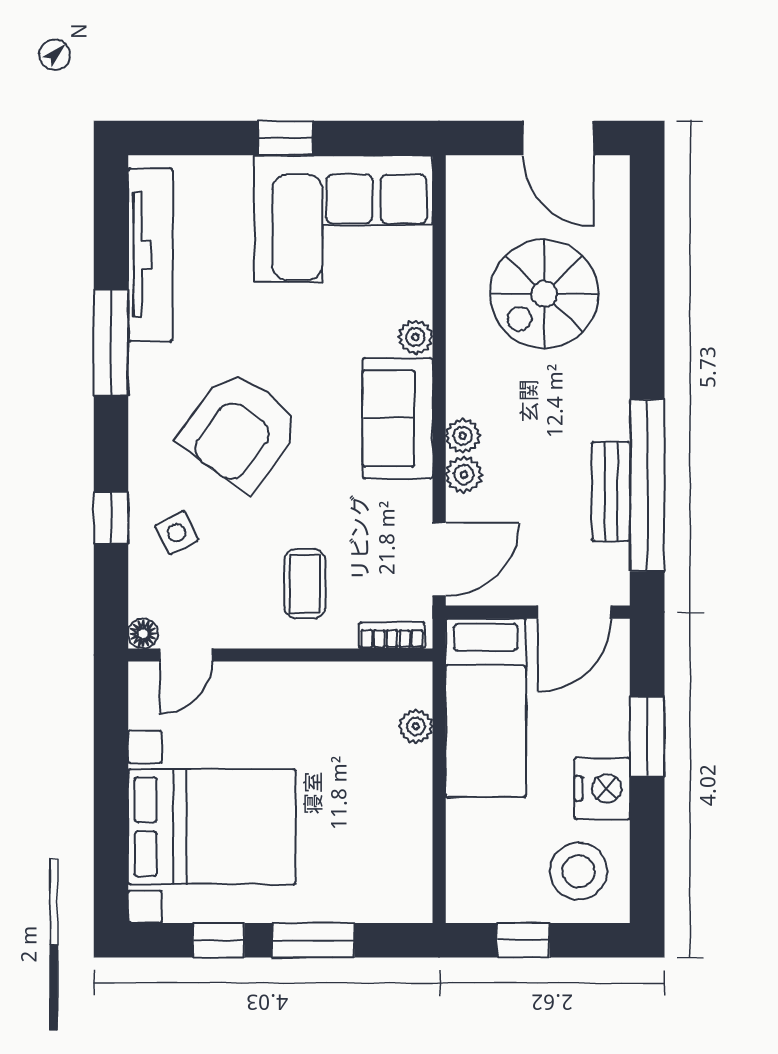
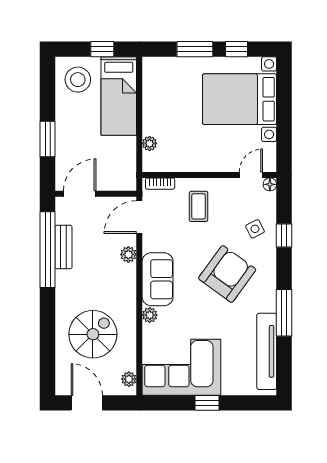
plant: (463, 436) -> (129, 379), moved
bed: (486, 708) -> (119, 96), moved, turned 180
nightstand: (602, 788) -> (67, 116), removed

